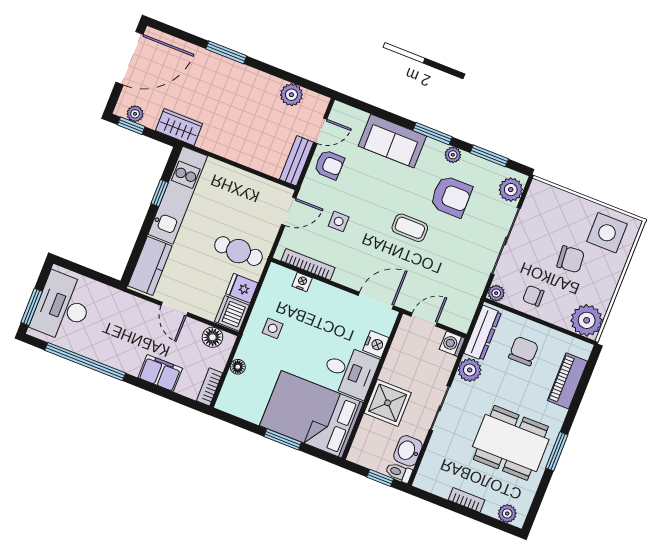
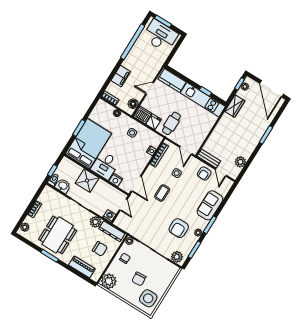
coffee table: (410, 228) -> (162, 193), moved

